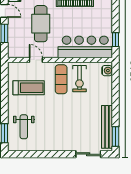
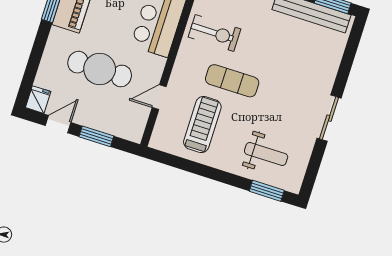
exercise mat: (61, 79) -> (232, 81), moved
sliding door: (88, 154) -> (329, 118), moved

